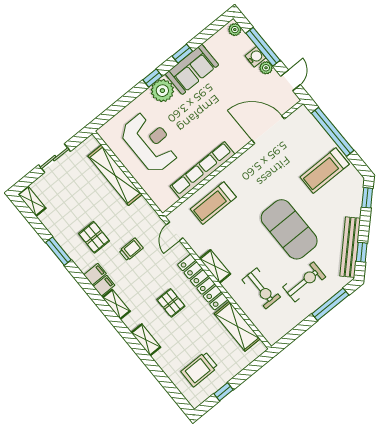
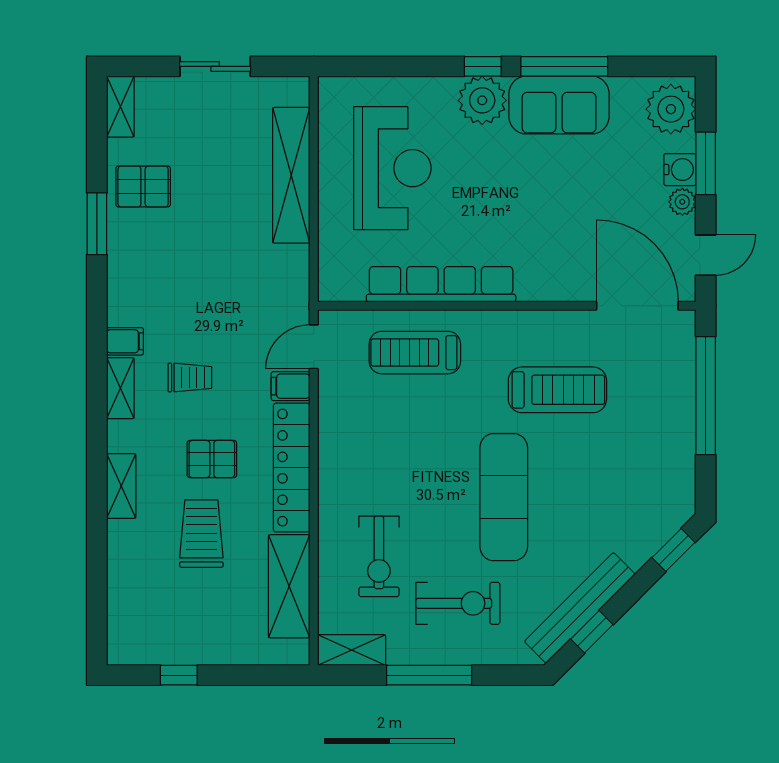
plant: (235, 30) -> (671, 109), width x1.87, depth x1.87
window: (263, 47) -> (706, 163), width x0.69
window: (182, 54) -> (564, 66), width x2.17
door: (268, 130) -> (637, 306), moved
treadmill: (325, 171) -> (557, 390), moved, turned 180
exercise mat: (289, 229) -> (504, 497), width x0.68
pallet: (94, 237) -> (143, 187), moved, turned 90
trolley: (131, 249) -> (190, 378), moved
shelving: (215, 266) -> (352, 650), moved, turned 90
filing cabinet: (95, 274) -> (290, 386), moved, turned 180
pallet: (171, 303) -> (212, 459), turned 90
window: (330, 304) -> (429, 675), moved
trolley: (199, 369) -> (201, 534), moved, turned 90

